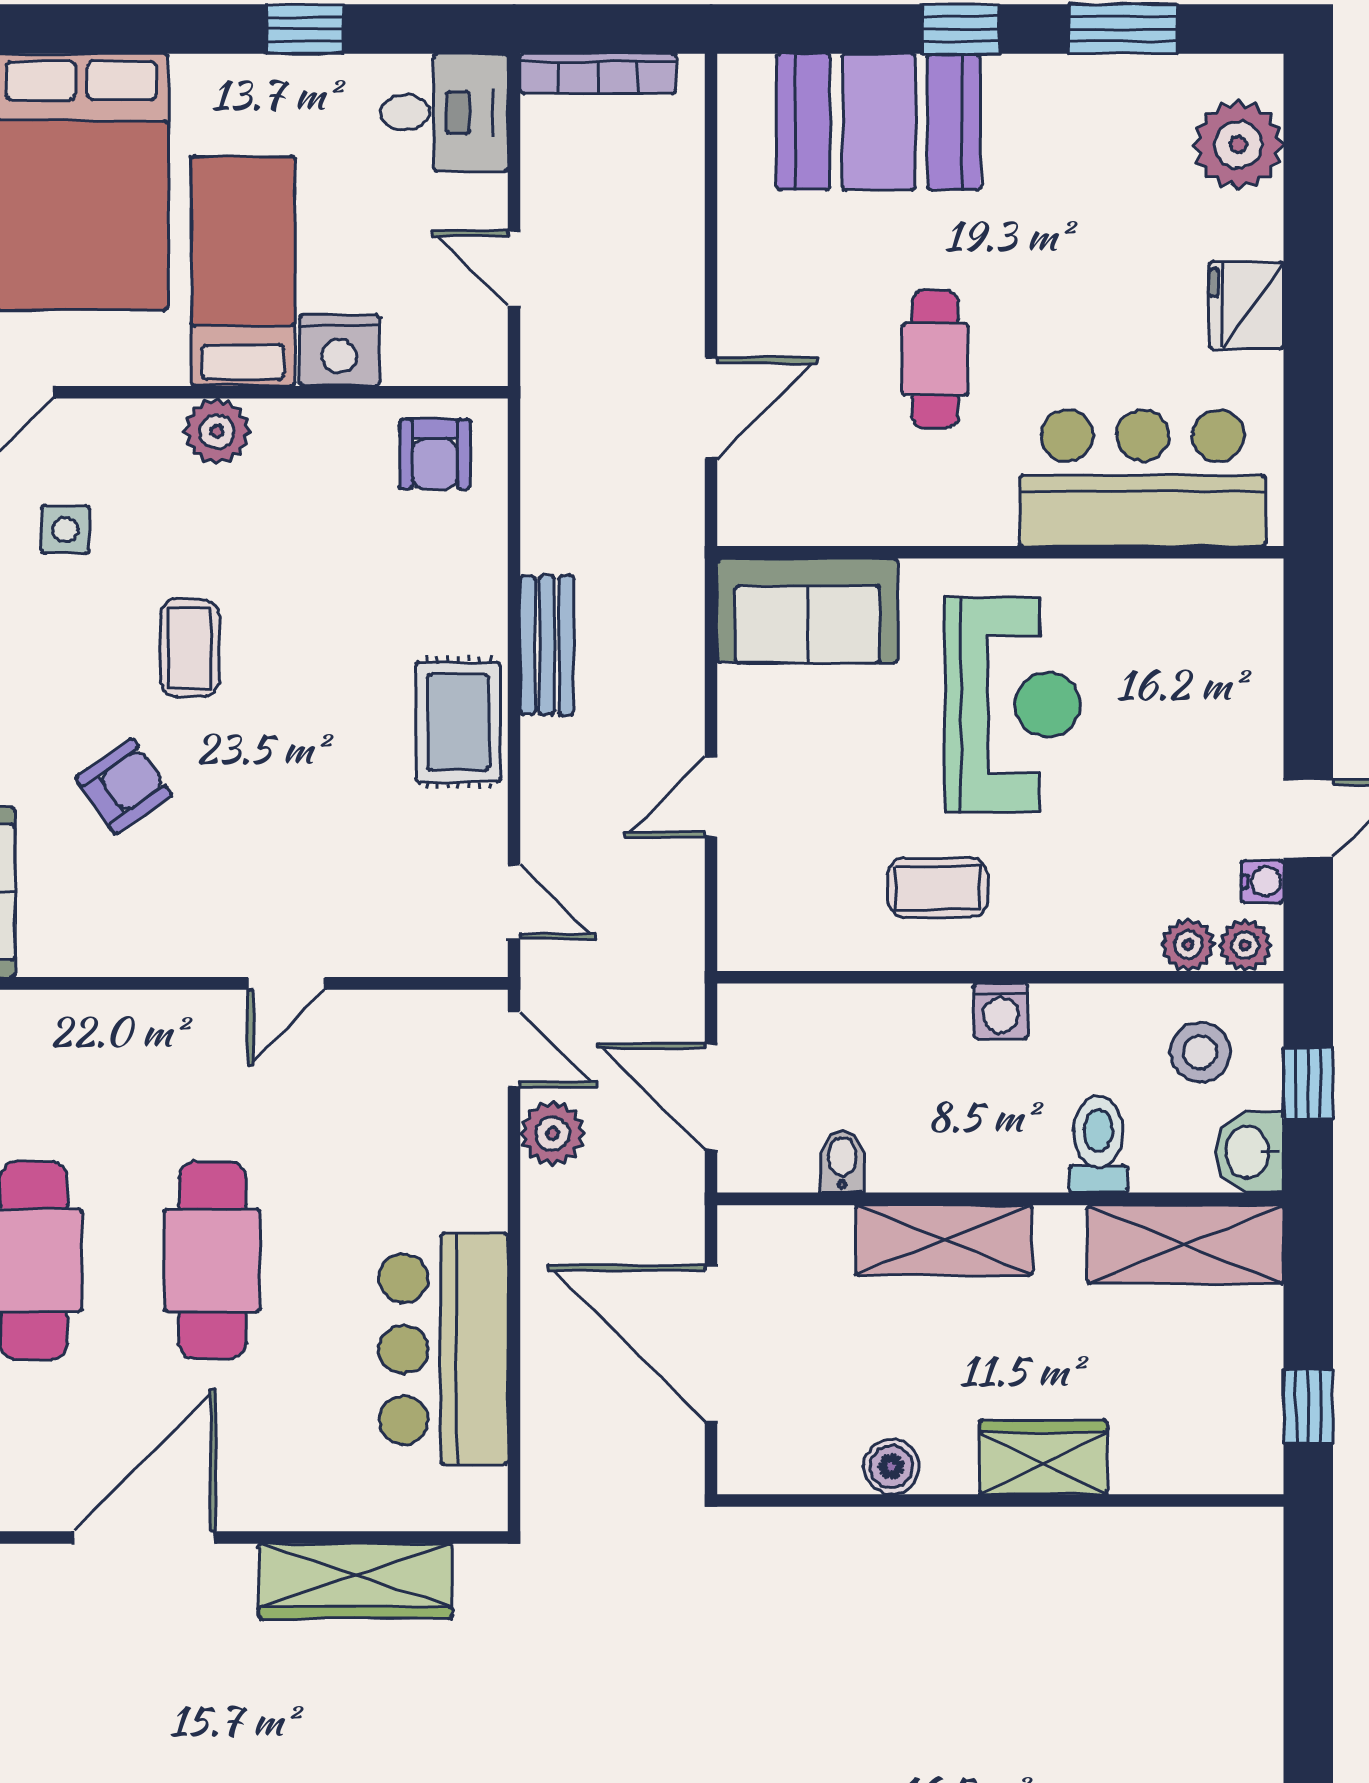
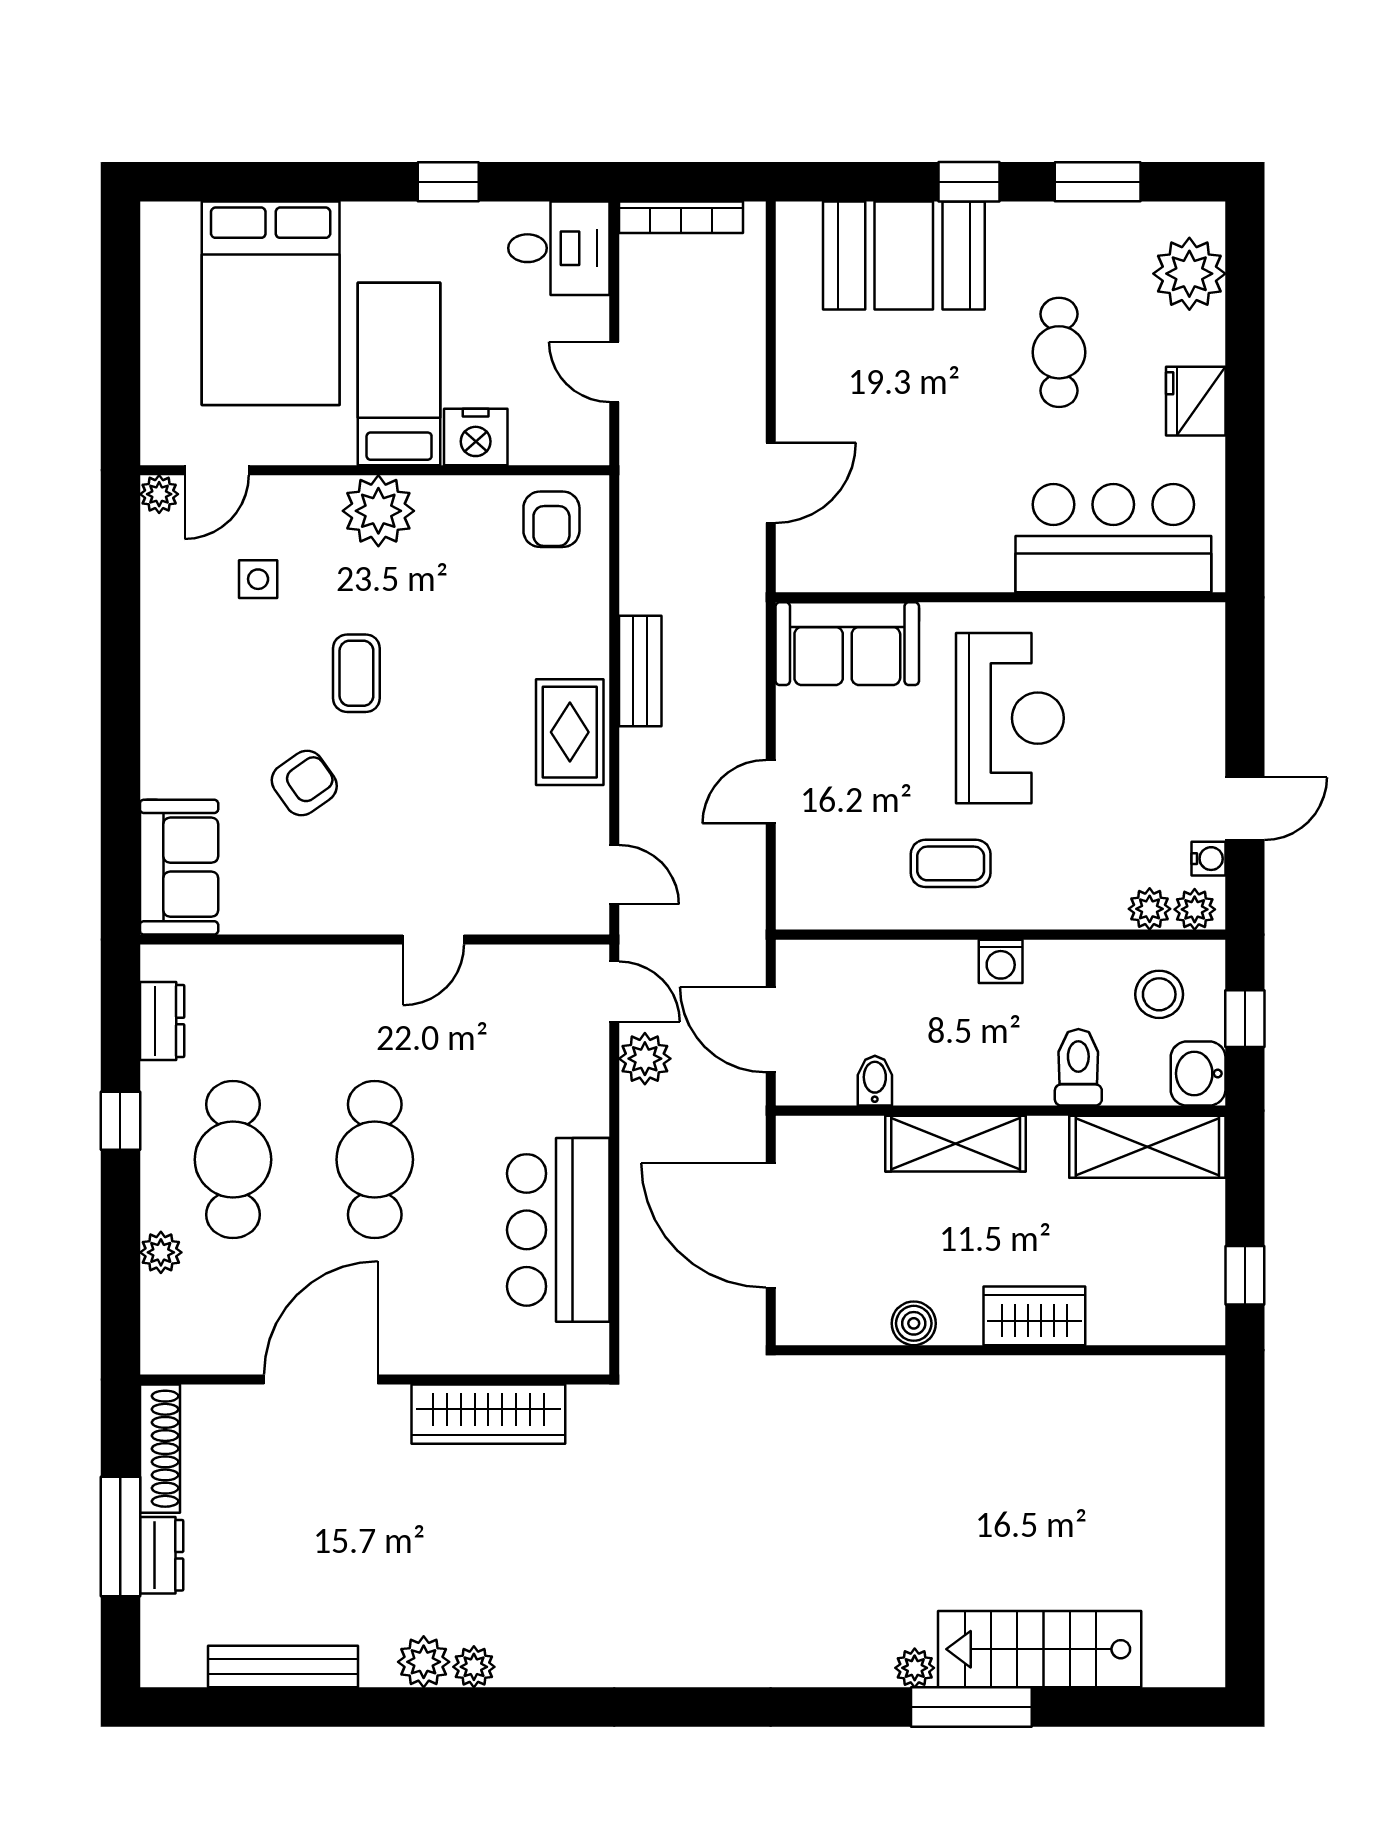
cafe table: (935, 359) -> (1059, 352), moved
plant: (217, 431) -> (378, 511), width x1.36, depth x1.36

